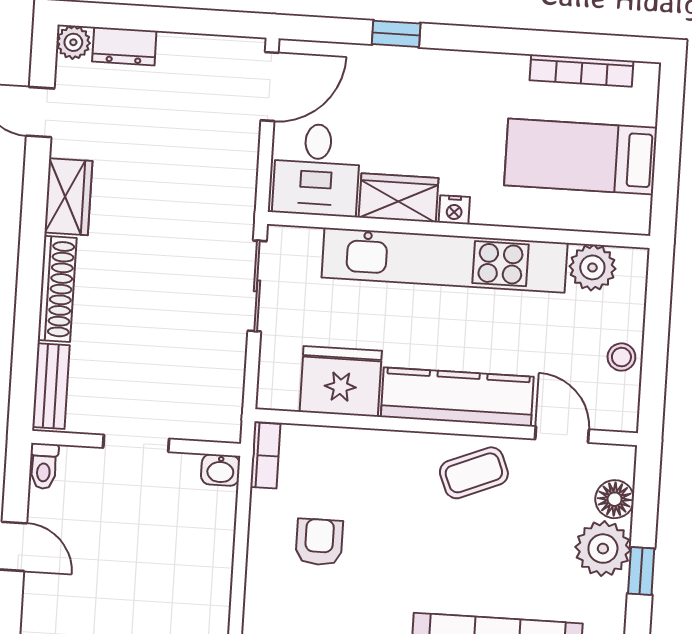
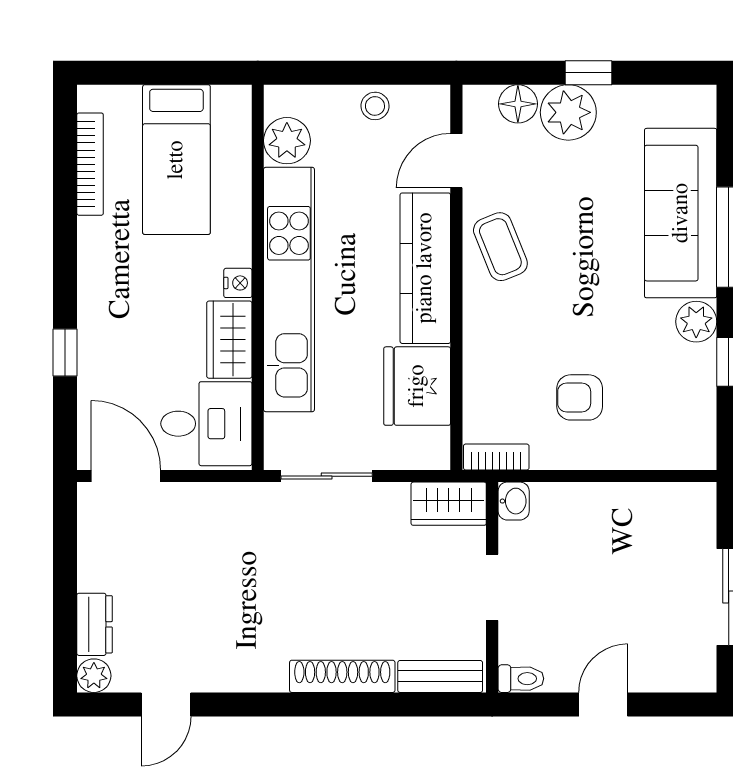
wardrobe: (68, 197) -> (449, 504), moved, turned 180

